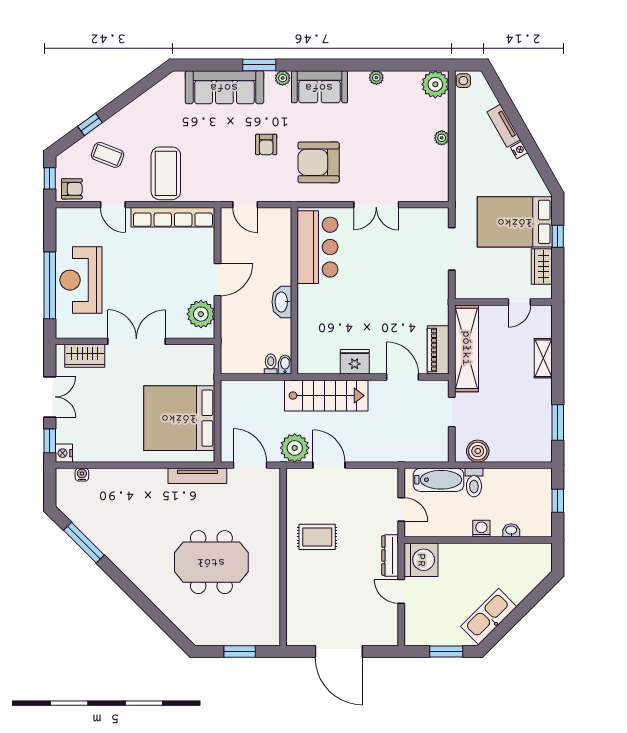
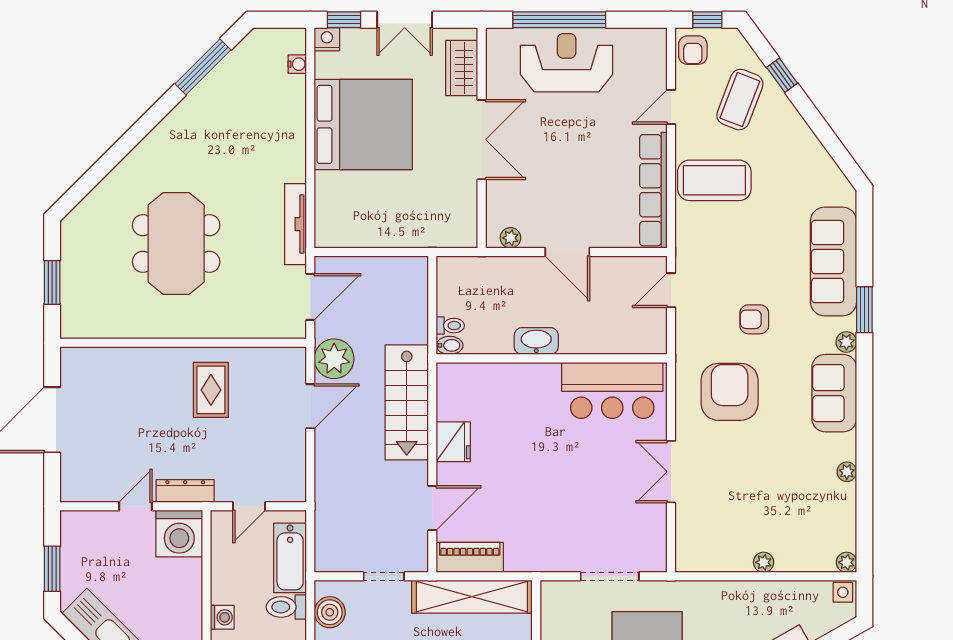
plant: (435, 84) -> (846, 562), width x0.53, depth x0.53
coffee table: (107, 155) -> (740, 100), width x1.36, depth x1.30
plant: (201, 314) -> (510, 238), width x0.53, depth x0.53
bed: (179, 418) -> (363, 124), moved, turned 90

